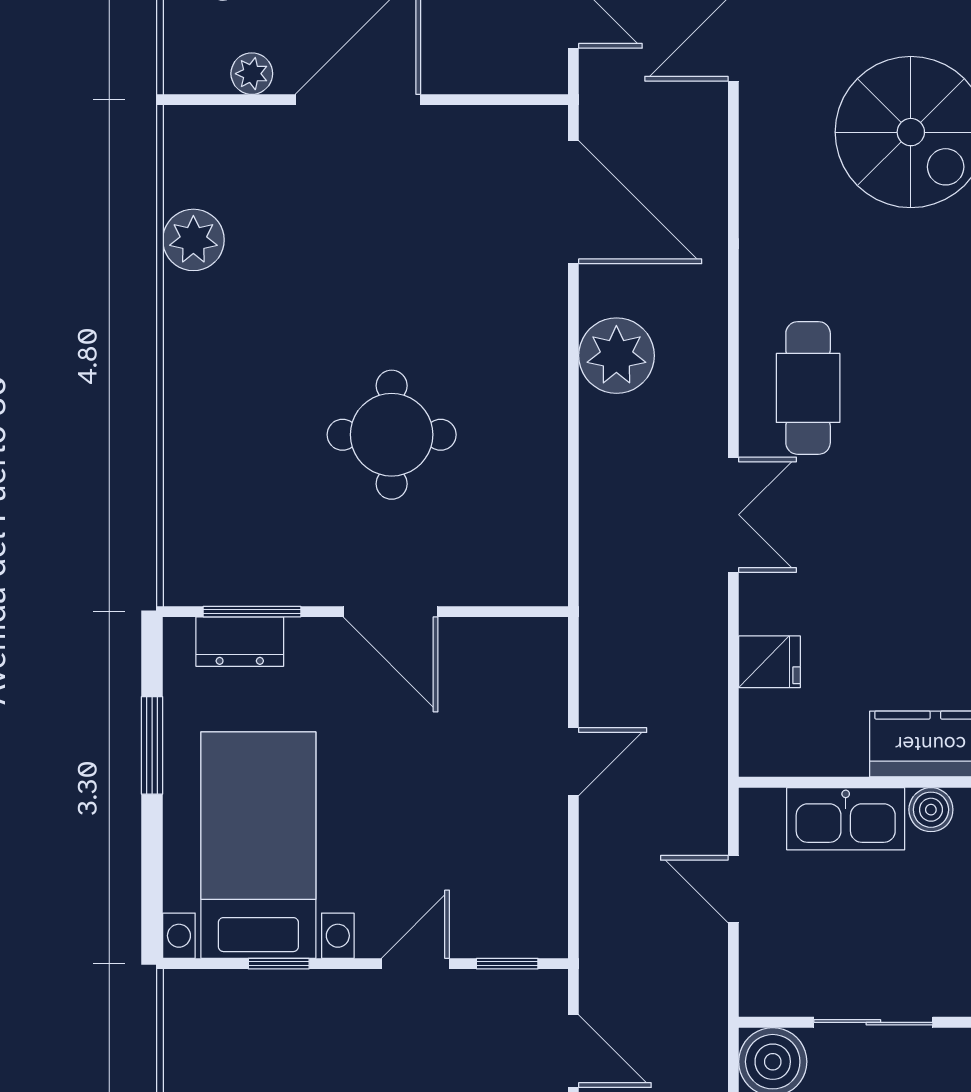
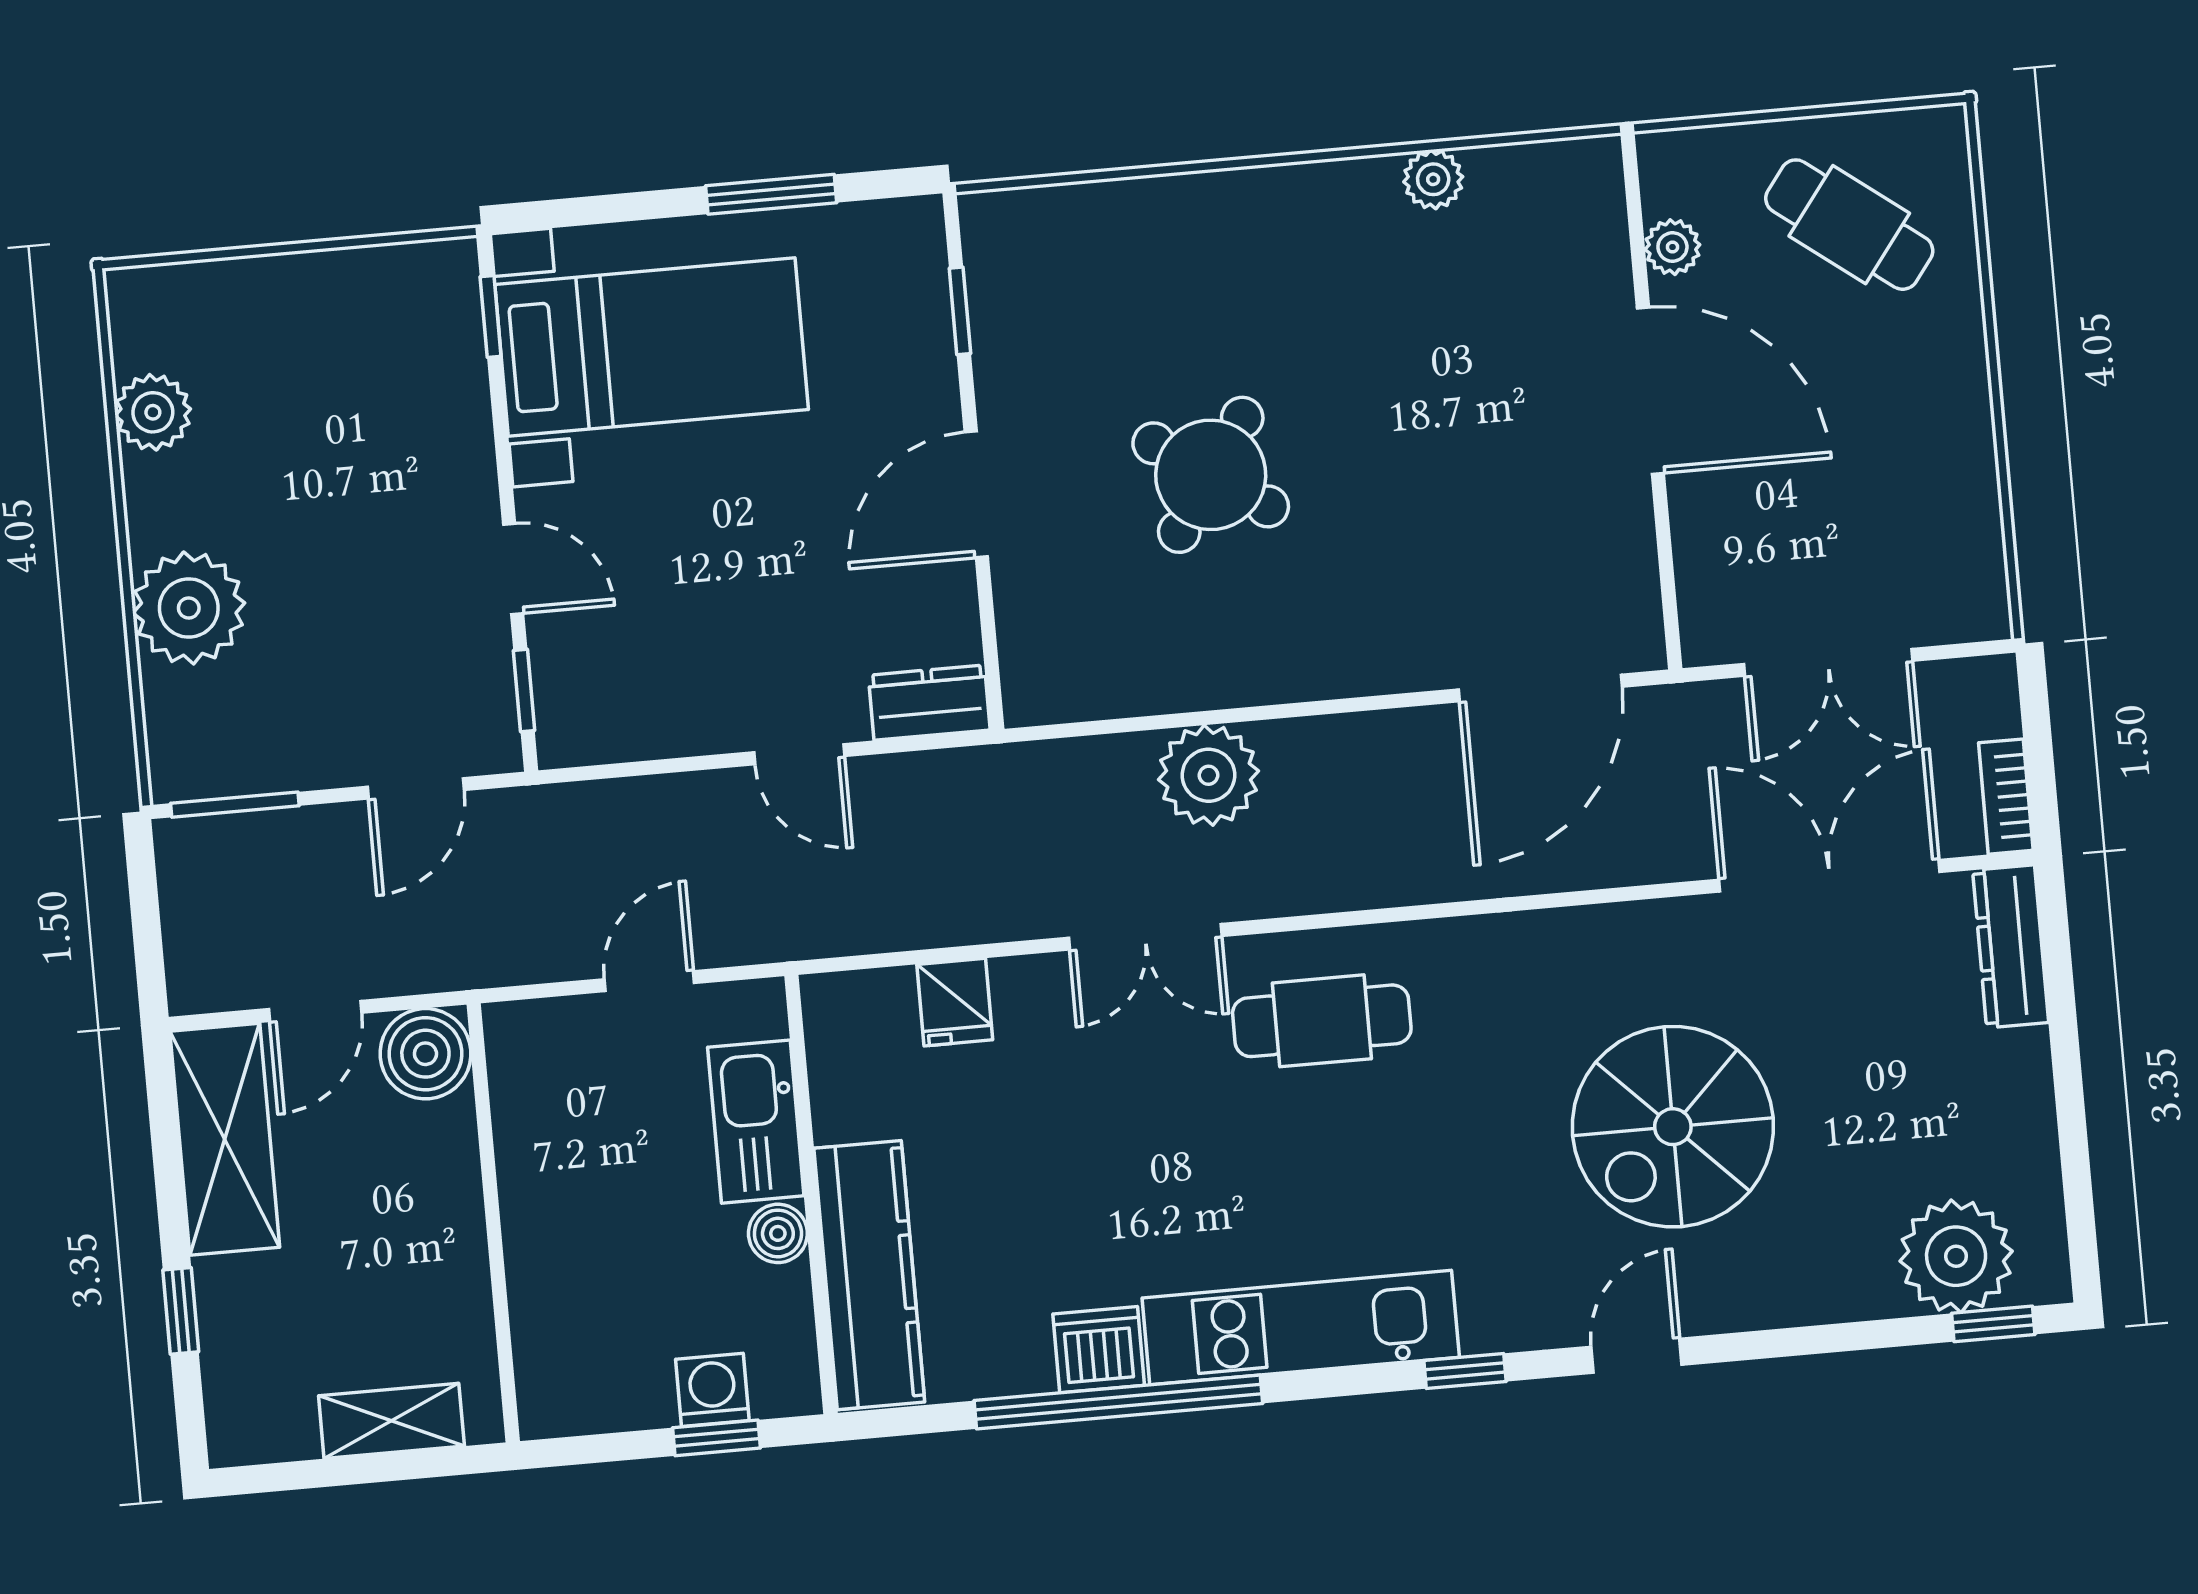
plant: (193, 240) -> (1433, 179), width x0.73, depth x0.73
plant: (616, 356) -> (1208, 775), moved
round table: (392, 435) -> (1211, 475), turned 34
window: (252, 612) -> (960, 311), width x0.67
dresser: (240, 642) -> (929, 703), moved, turned 90
window: (279, 964) -> (491, 317), moved
sliding door: (873, 1022) -> (490, 1182), removed

